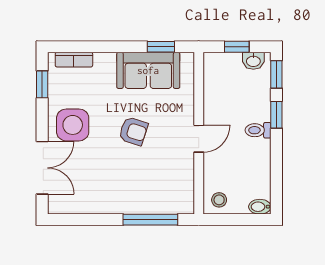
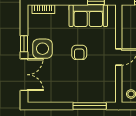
window: (42, 84) -> (24, 44), moved
armchair: (133, 131) -> (79, 52), turned 72

